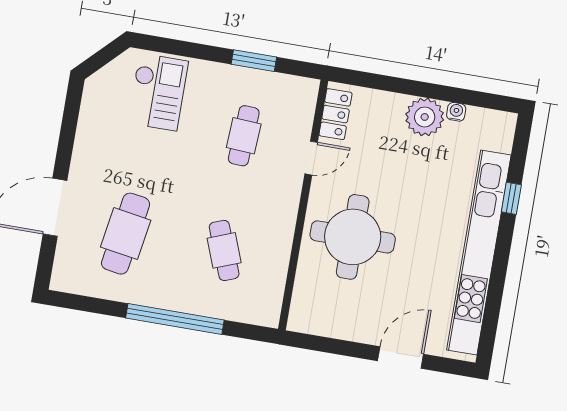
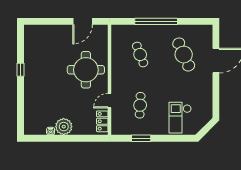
window: (511, 198) -> (21, 70), moved
cafe table: (126, 234) -> (184, 55), turned -33
kitchen unit: (479, 253) -> (31, 72), removed
door: (401, 358) -> (83, 21), moved

